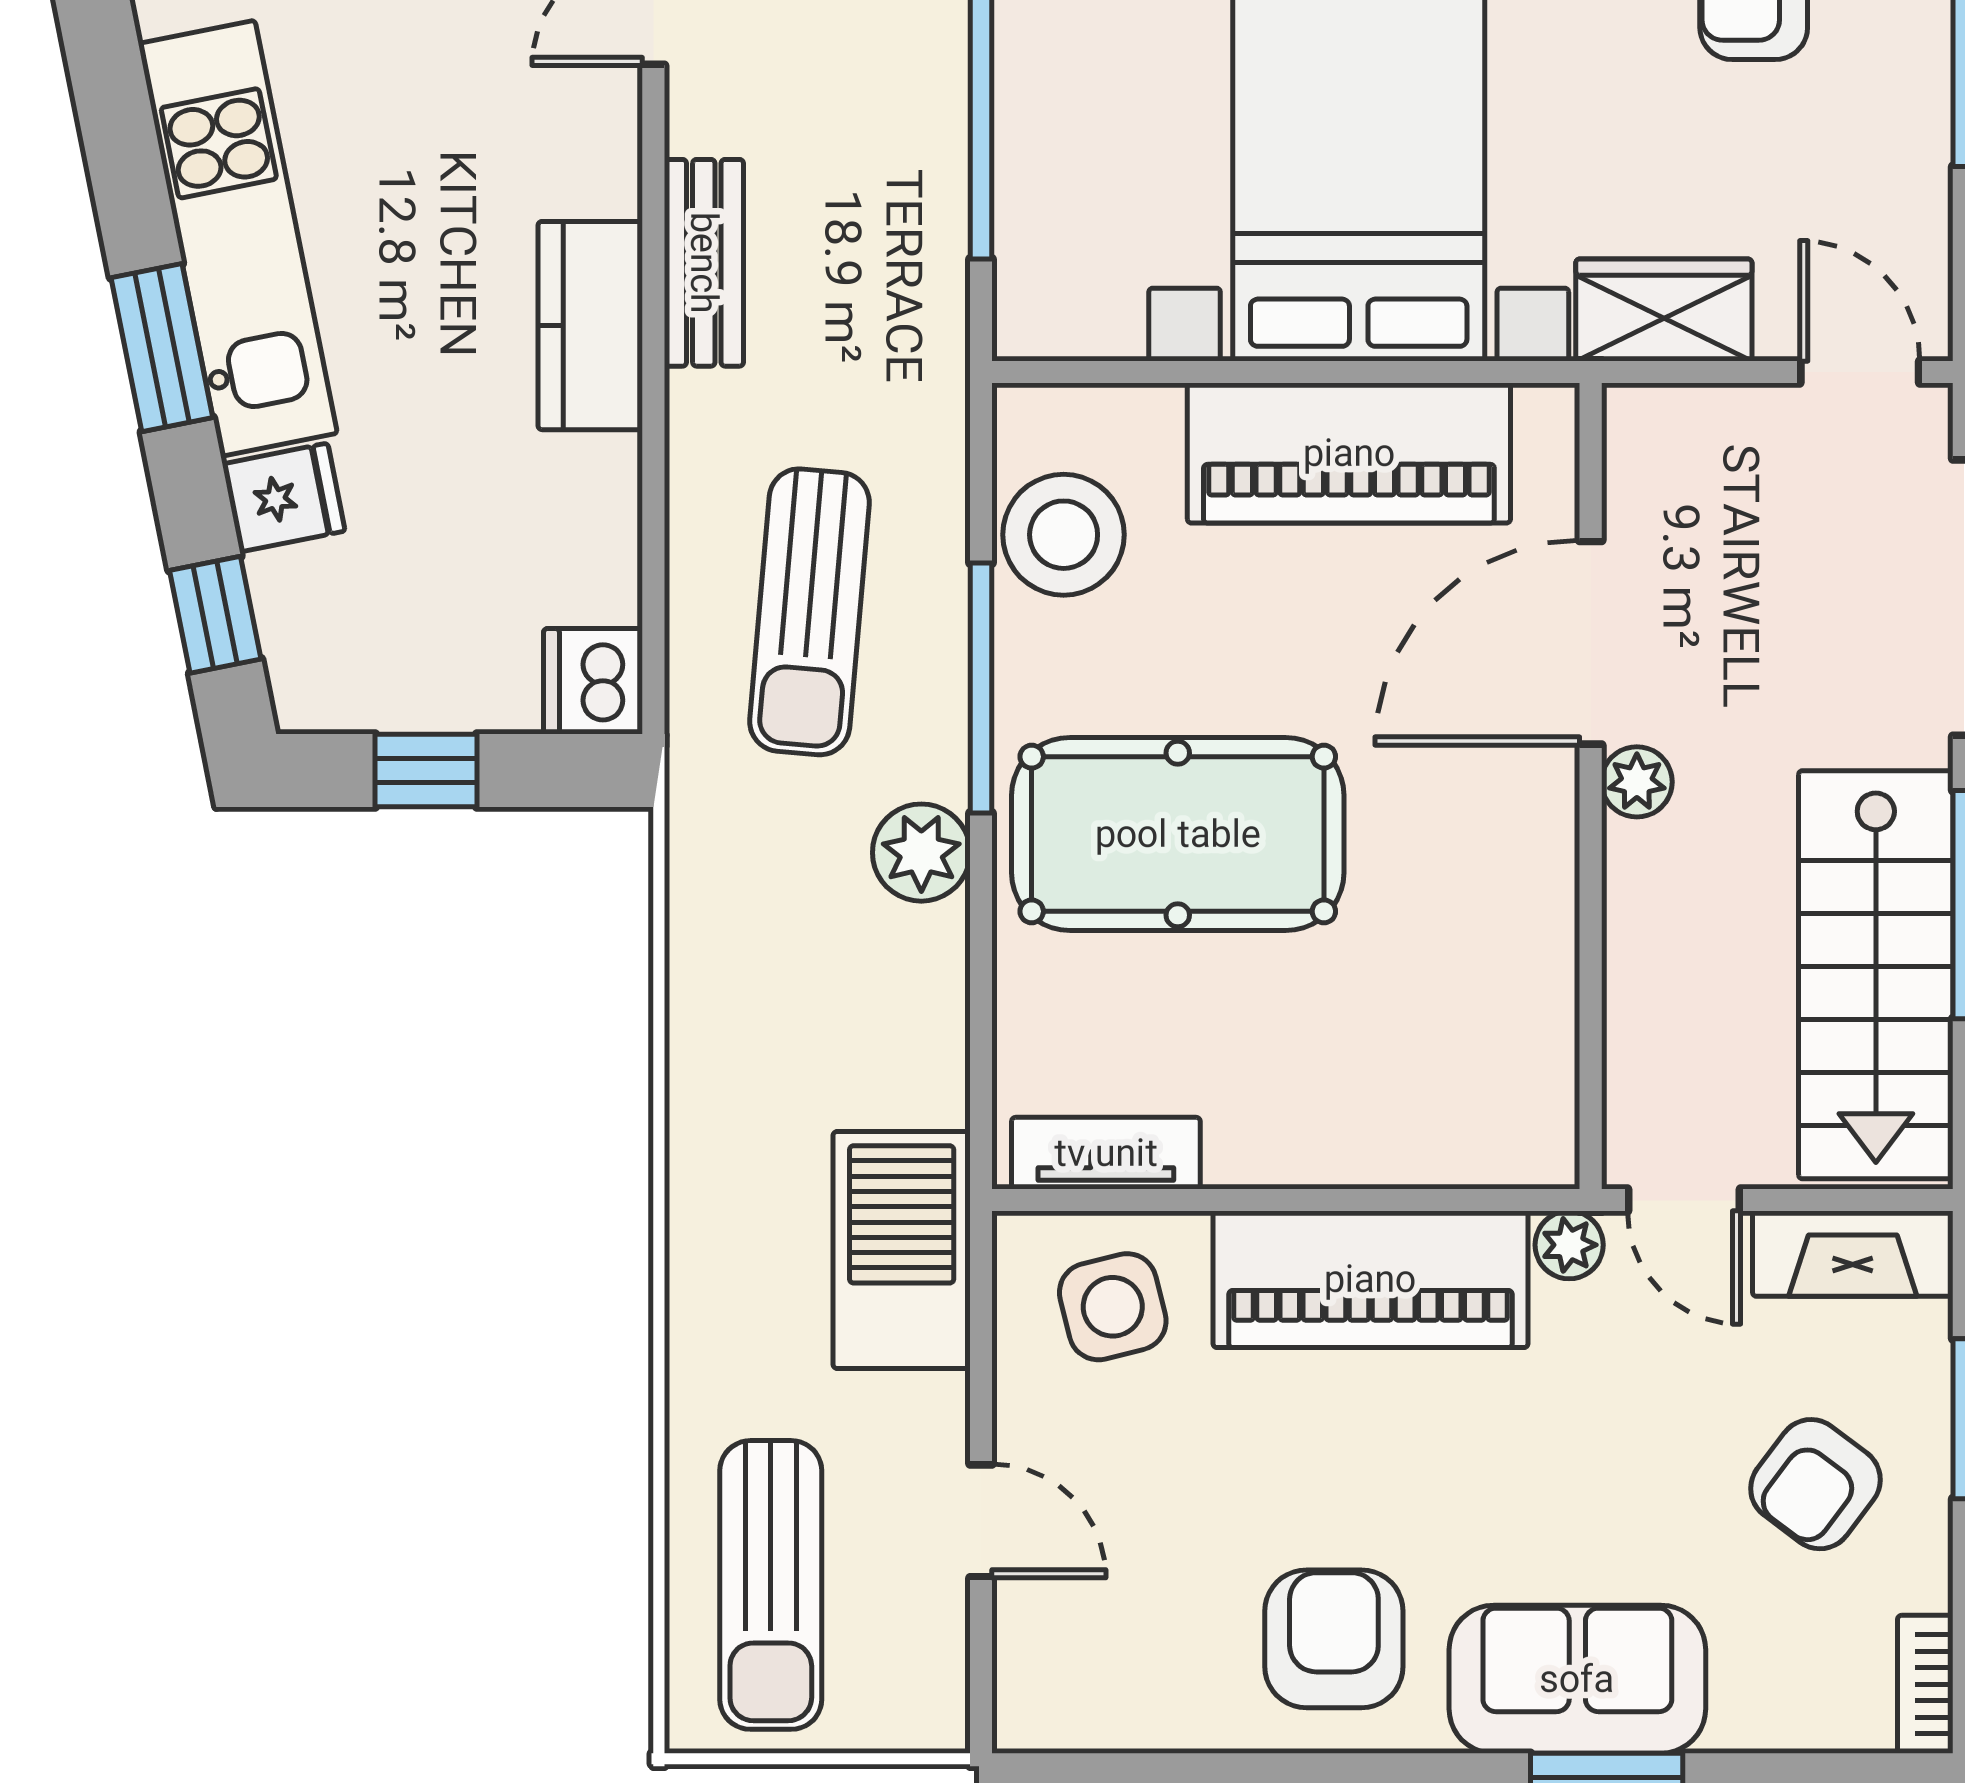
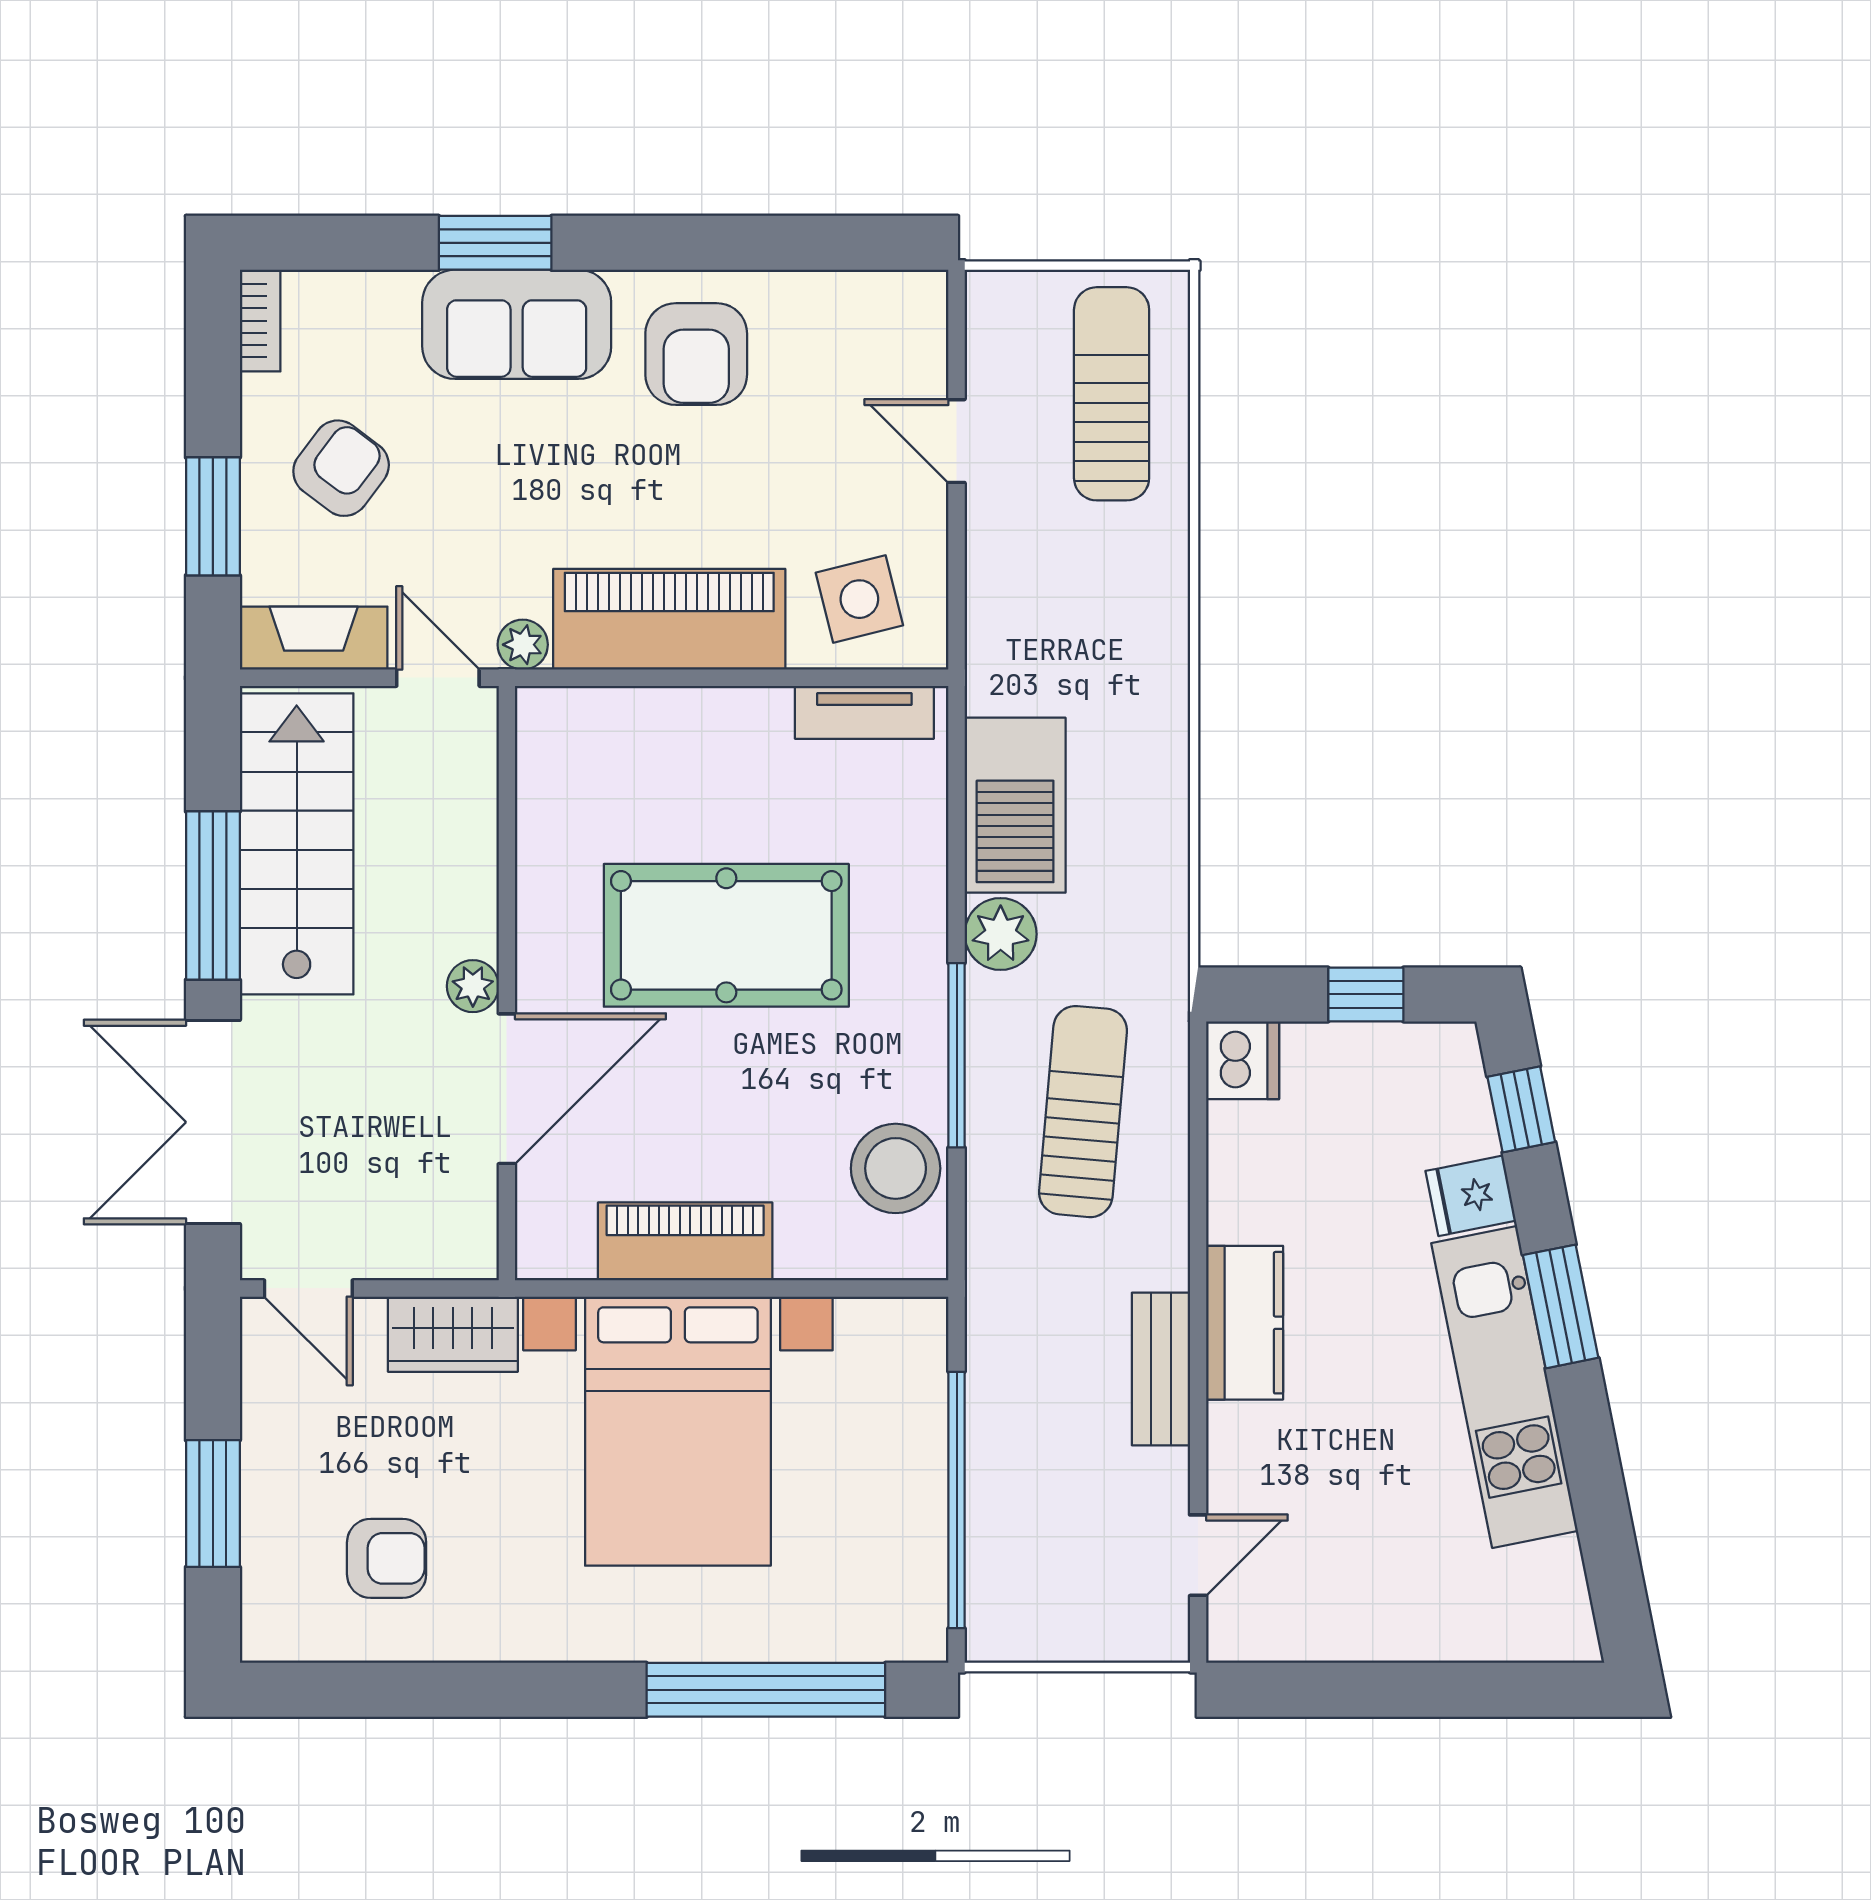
piano: (1349, 453) -> (685, 1241), width x0.73, depth x0.75
pool table: (1178, 834) -> (726, 935), moved
barbecue: (902, 1250) -> (1015, 805), moved

